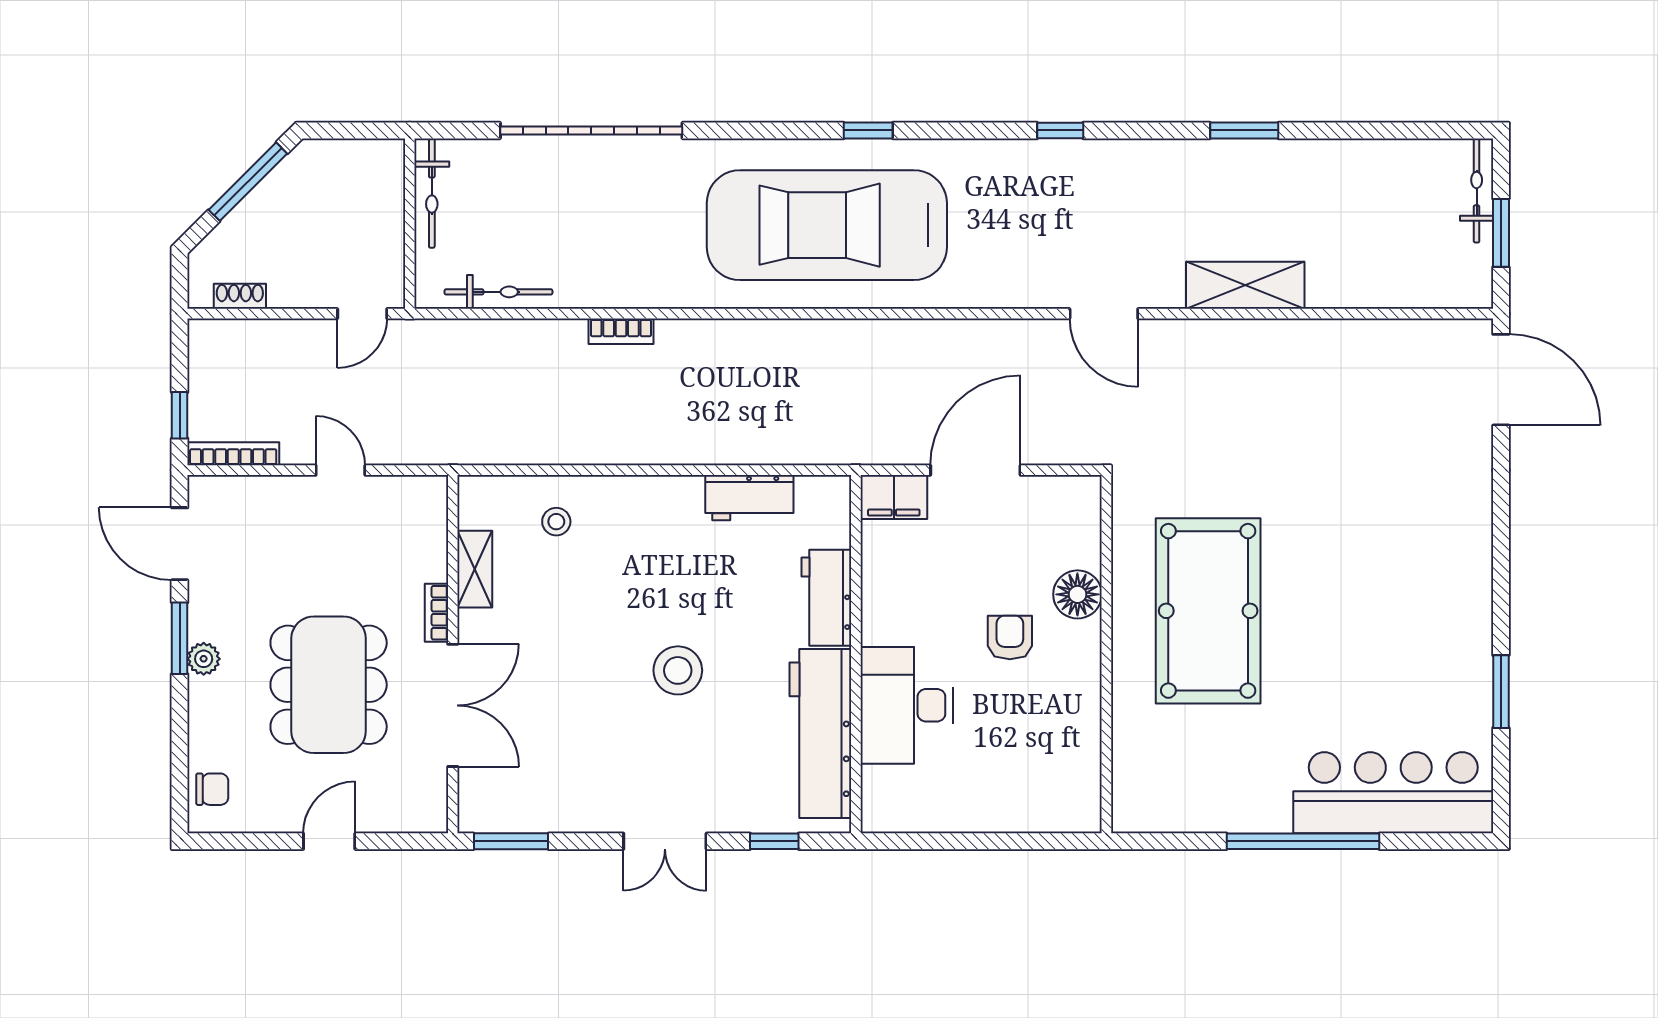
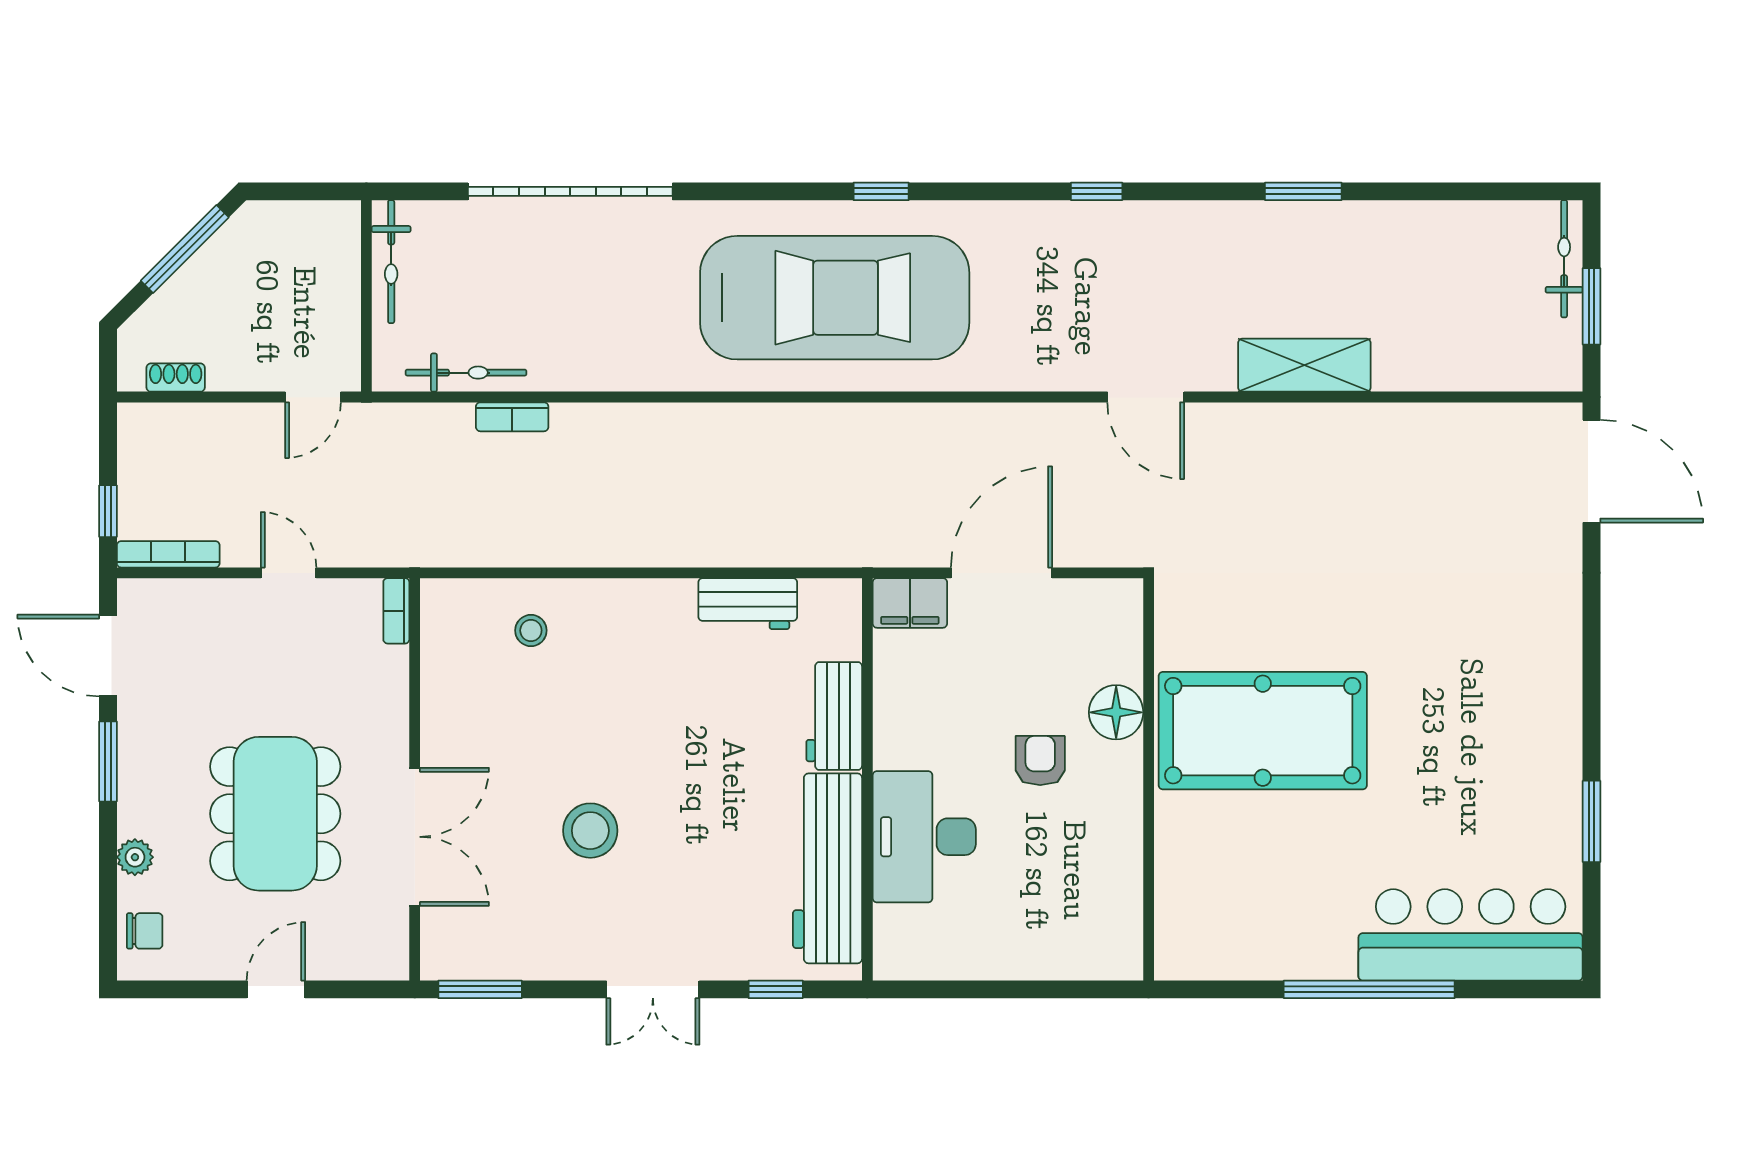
car: (827, 225) -> (835, 298), turned 180
bookcase: (621, 331) -> (512, 417), moved
shelving: (475, 569) -> (439, 684), removed
pool table: (1208, 611) -> (1263, 731), turned 90
bookcase: (436, 613) -> (396, 611), moved
plant: (204, 659) -> (135, 857), moved
stool: (678, 670) -> (590, 831), moved

